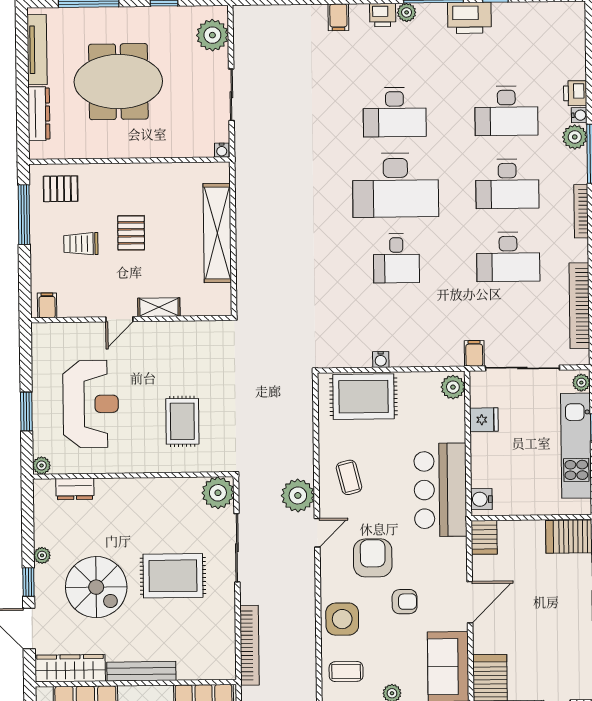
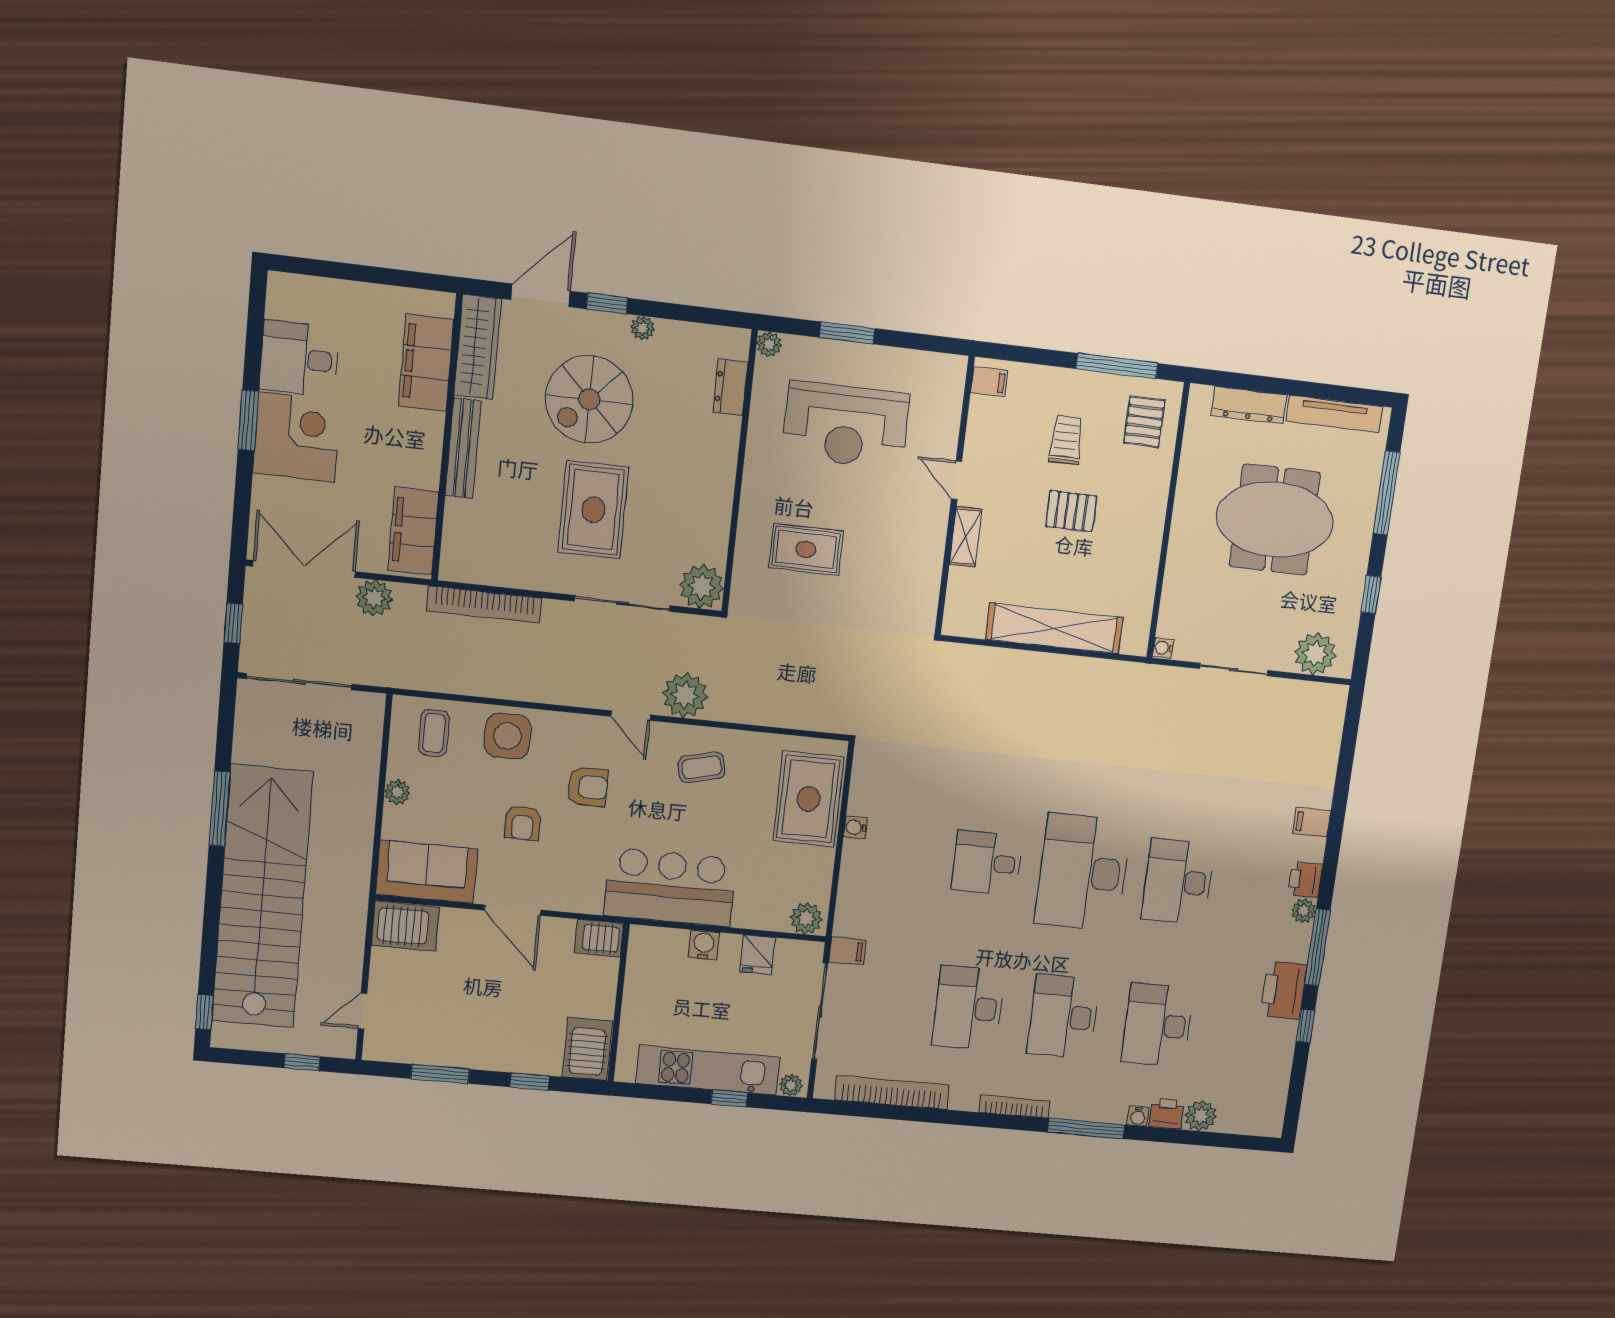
meeting table: (118, 82) -> (1275, 520), turned 90
plant: (575, 137) -> (1201, 1116), moved
water cooler: (481, 499) -> (704, 945), moved
armchair: (373, 558) -> (588, 787), width x0.72, depth x0.72

